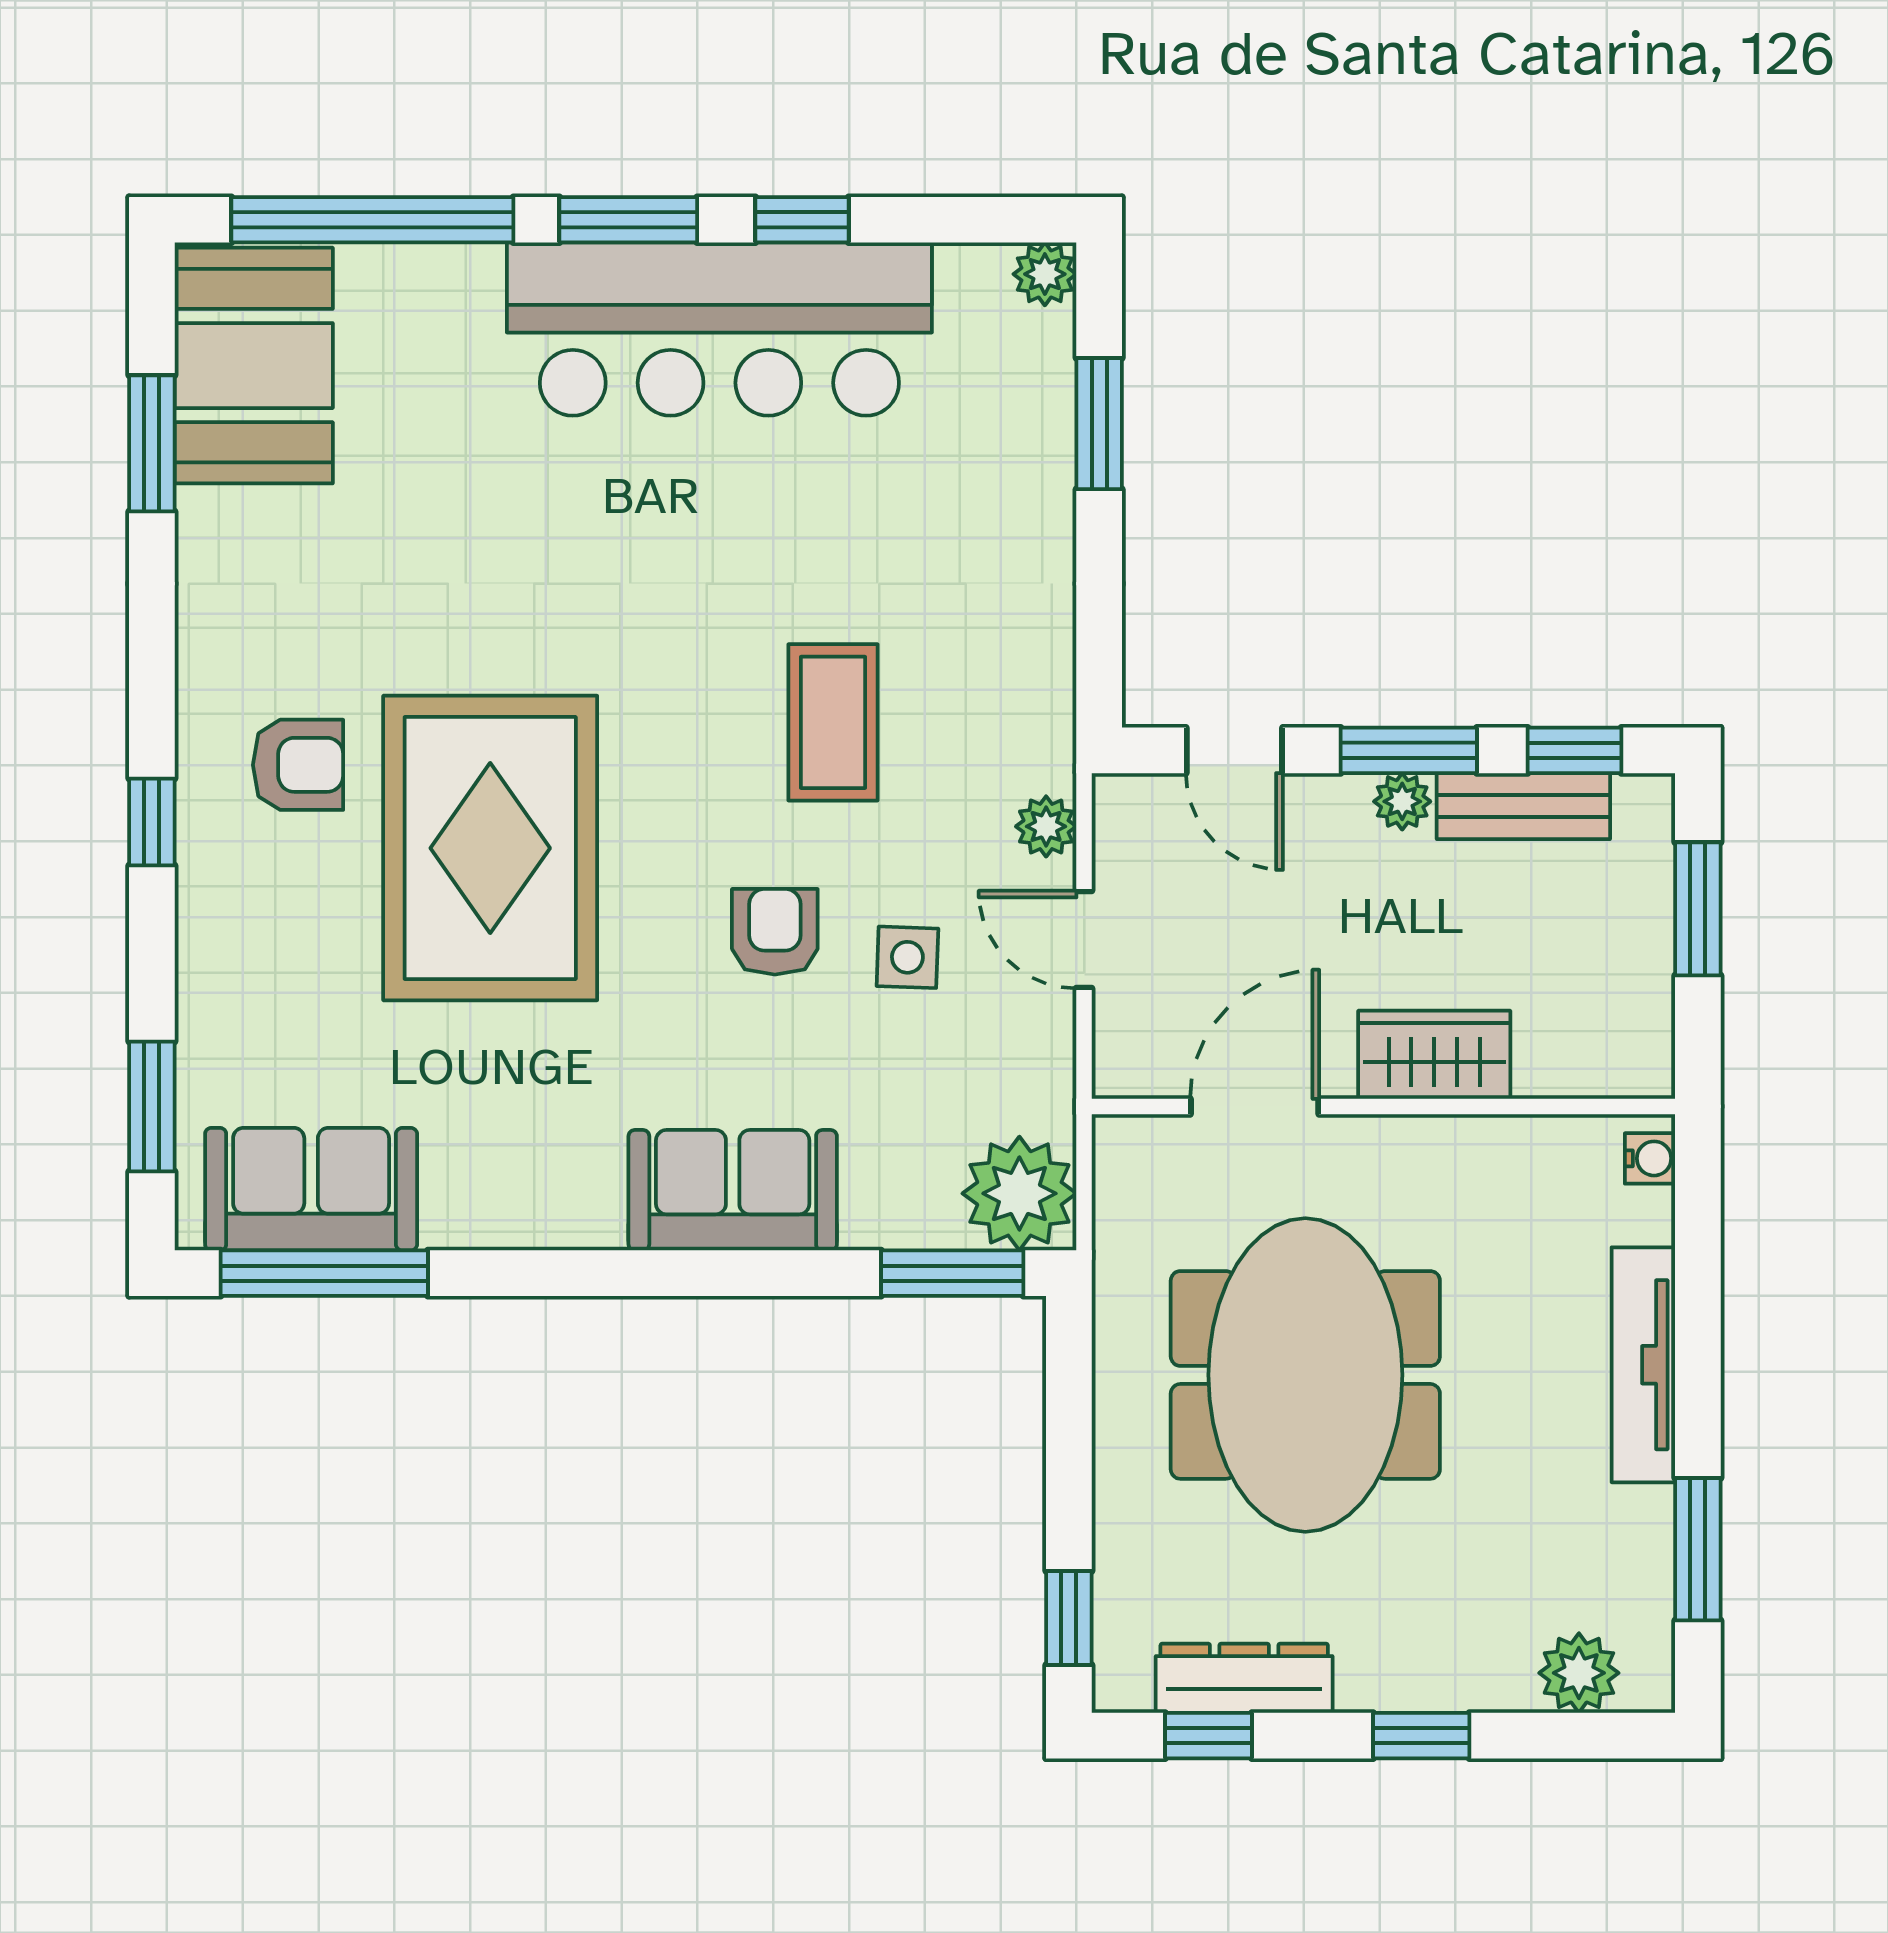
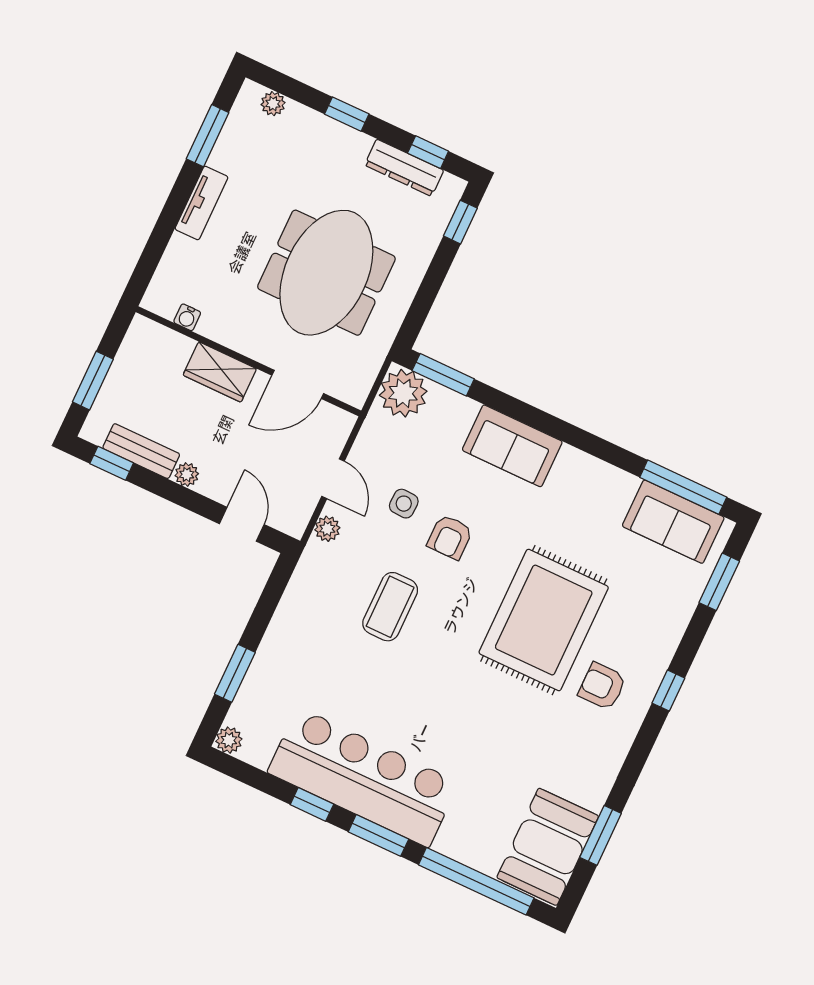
window: (1409, 750) -> (175, 493), removed
water cooler: (1650, 1158) -> (187, 317), moved, turned -90
tv unit: (1643, 1365) -> (202, 203), width x0.71
plant: (1579, 1673) -> (273, 104), width x0.73, depth x0.73

